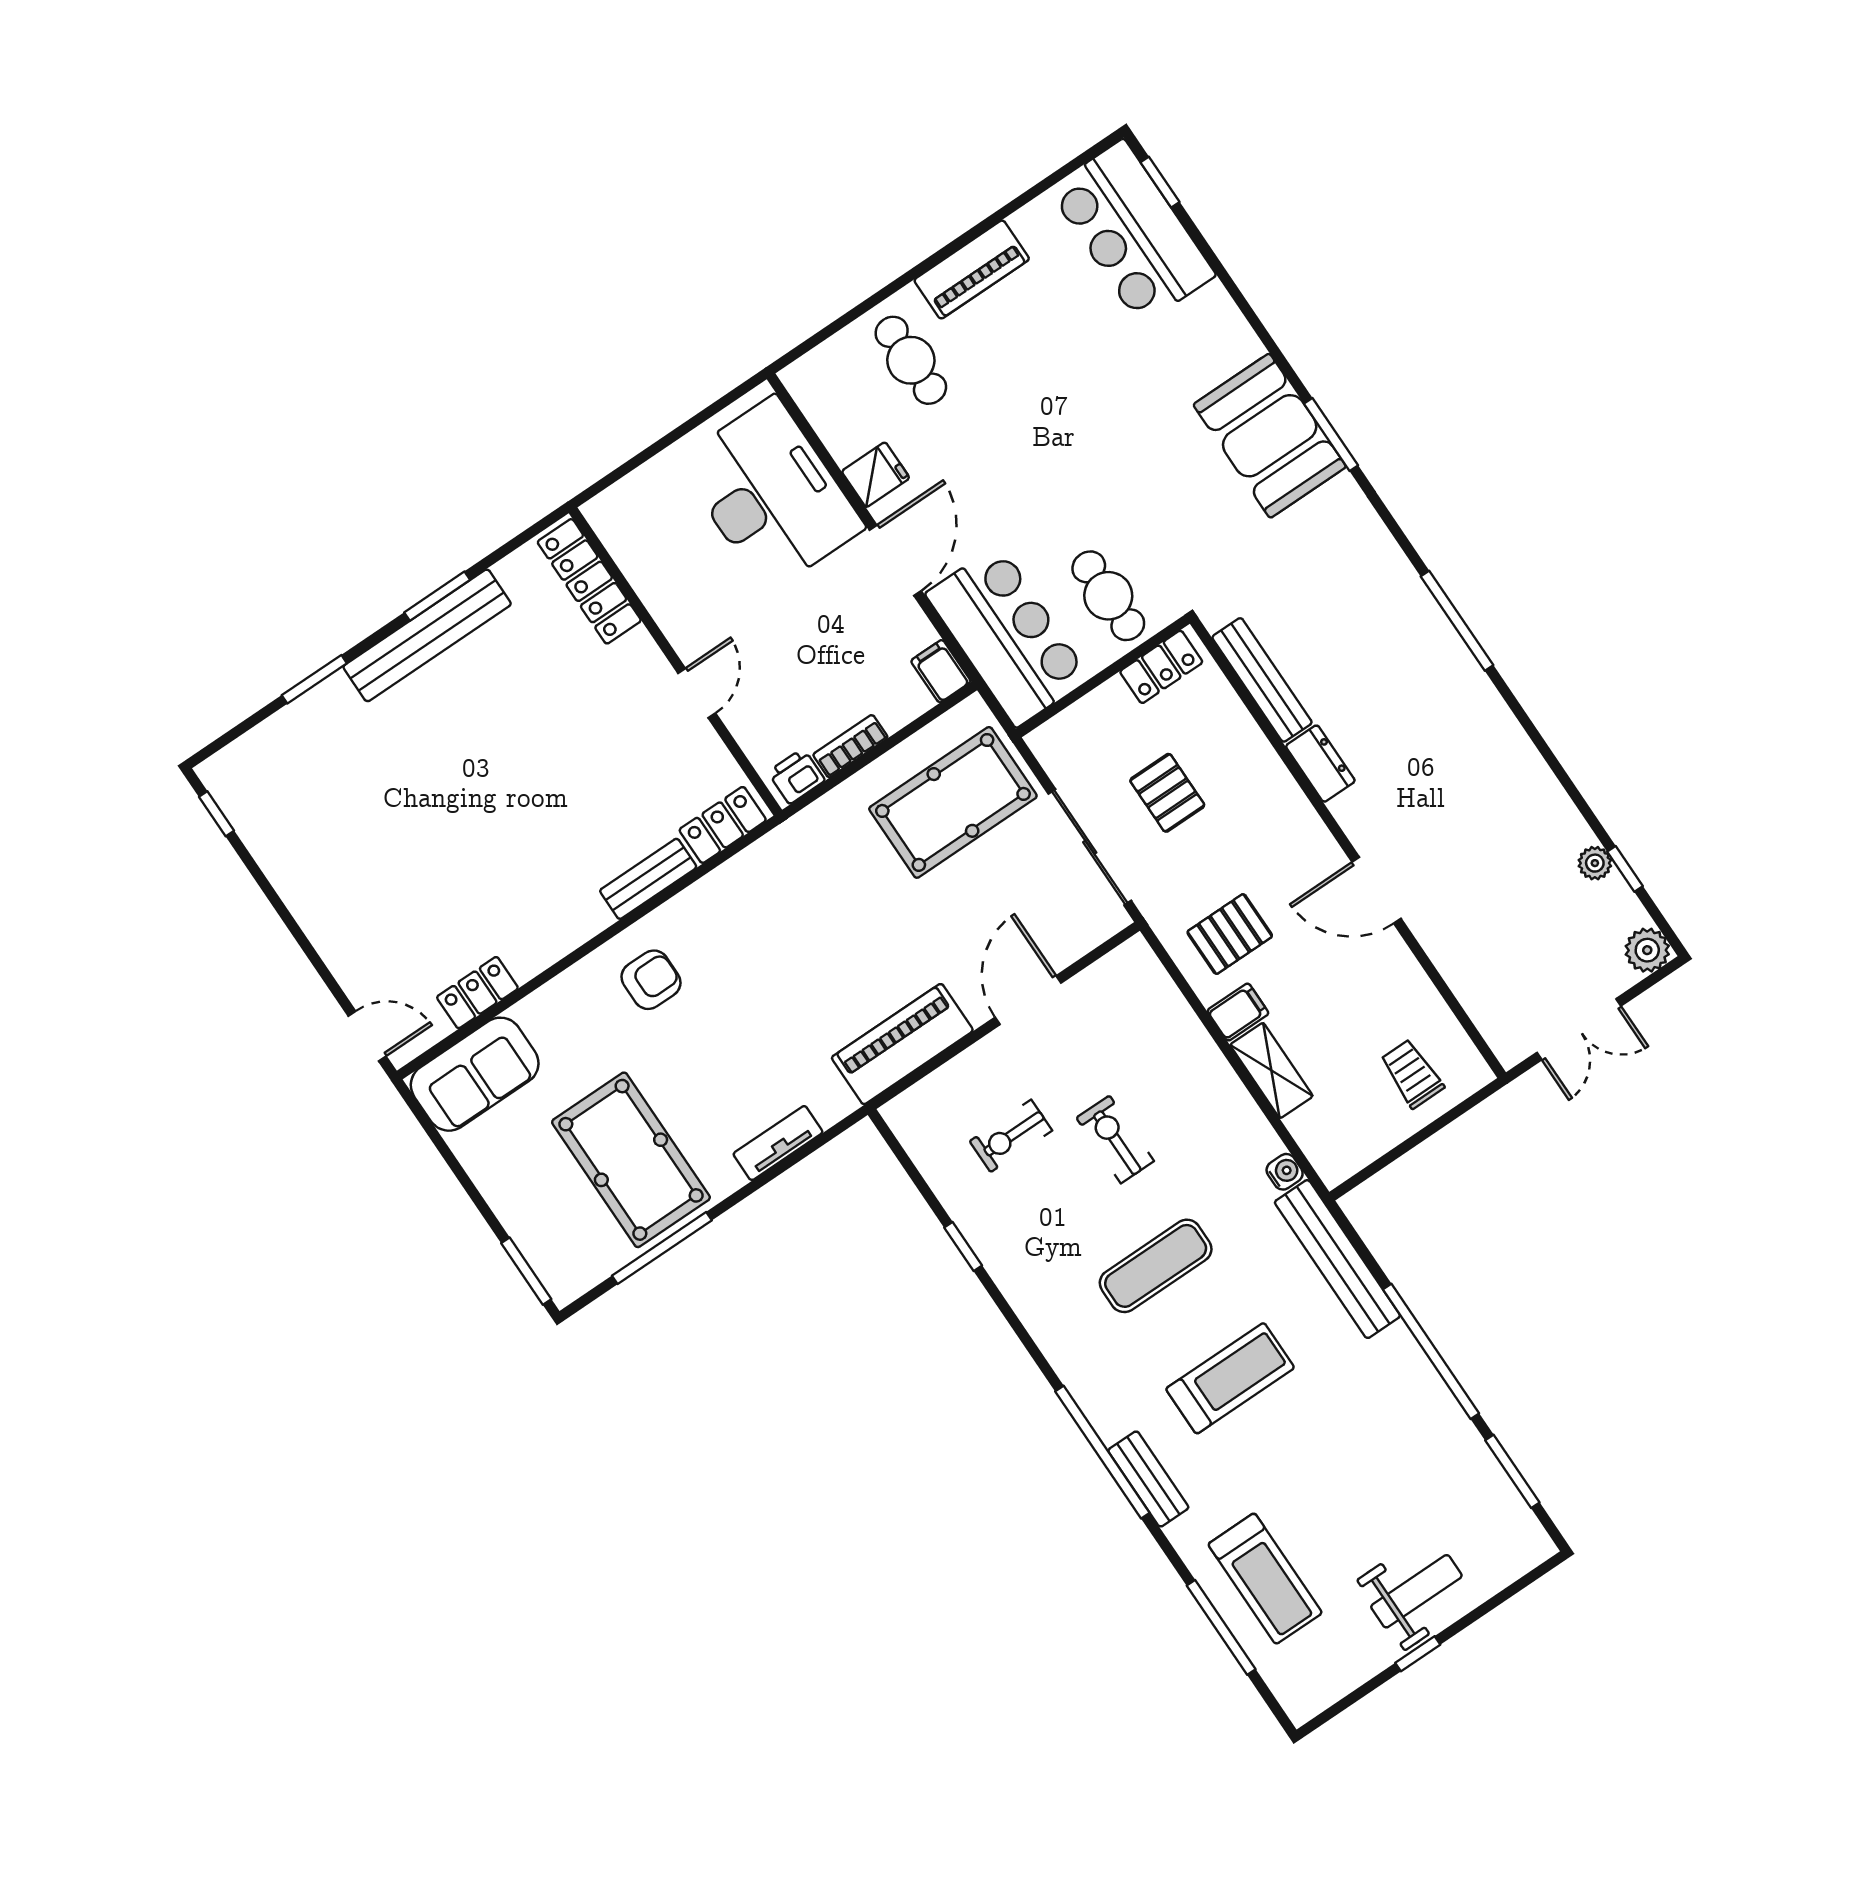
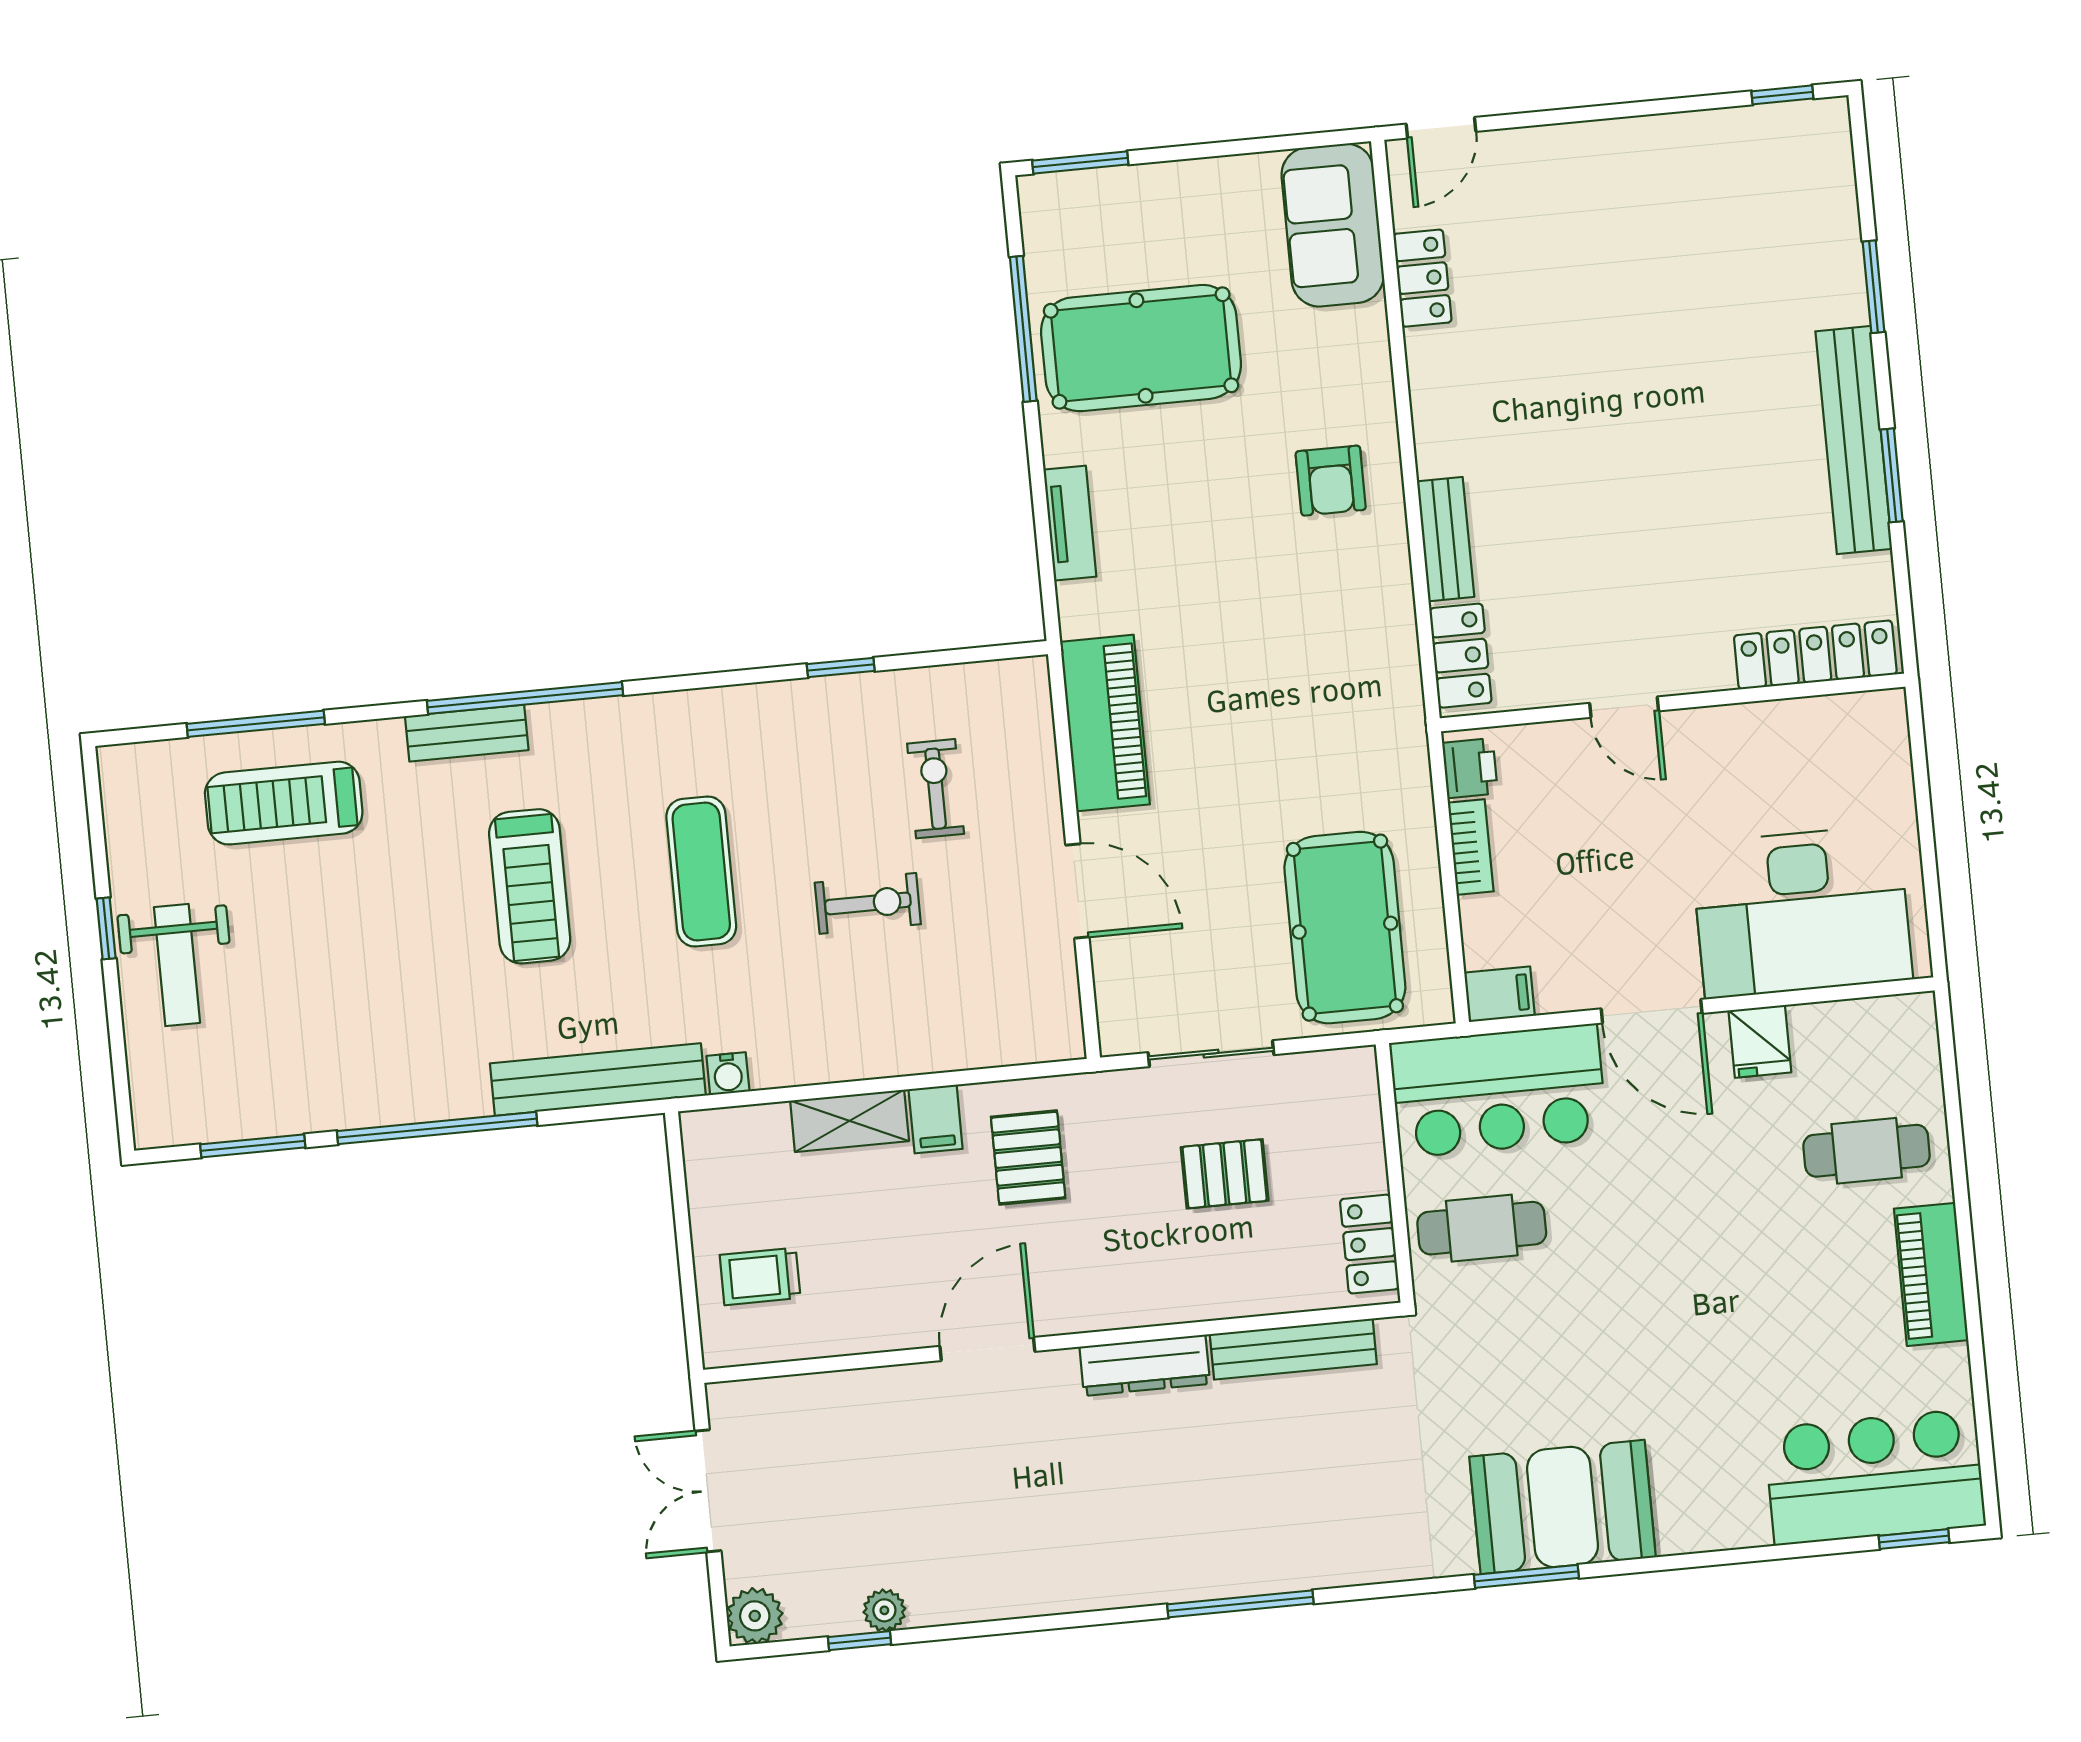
dresser: (1320, 764) -> (1145, 1365), width x1.44
sliding door: (1090, 847) -> (1211, 1054), width x0.73
trolley: (1412, 1074) -> (760, 1276), turned 180

